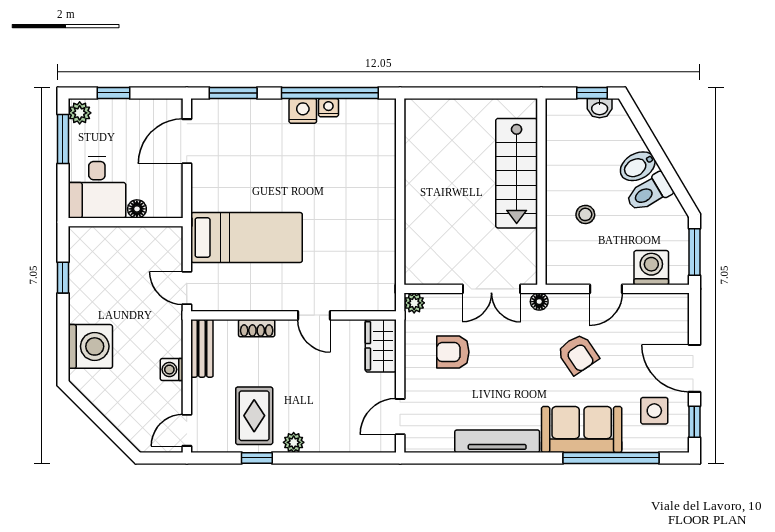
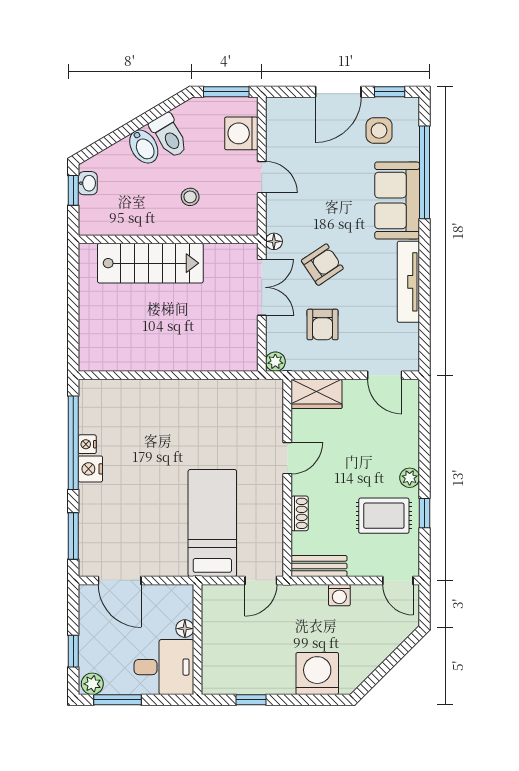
armchair: (578, 354) -> (322, 265), moved

